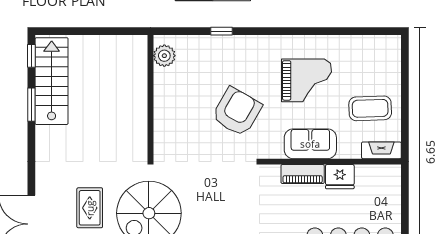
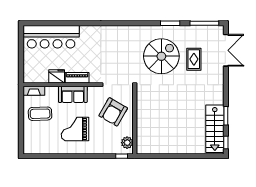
plant: (164, 56) -> (127, 143), moved
wall: (151, 97) -> (135, 120), moved

